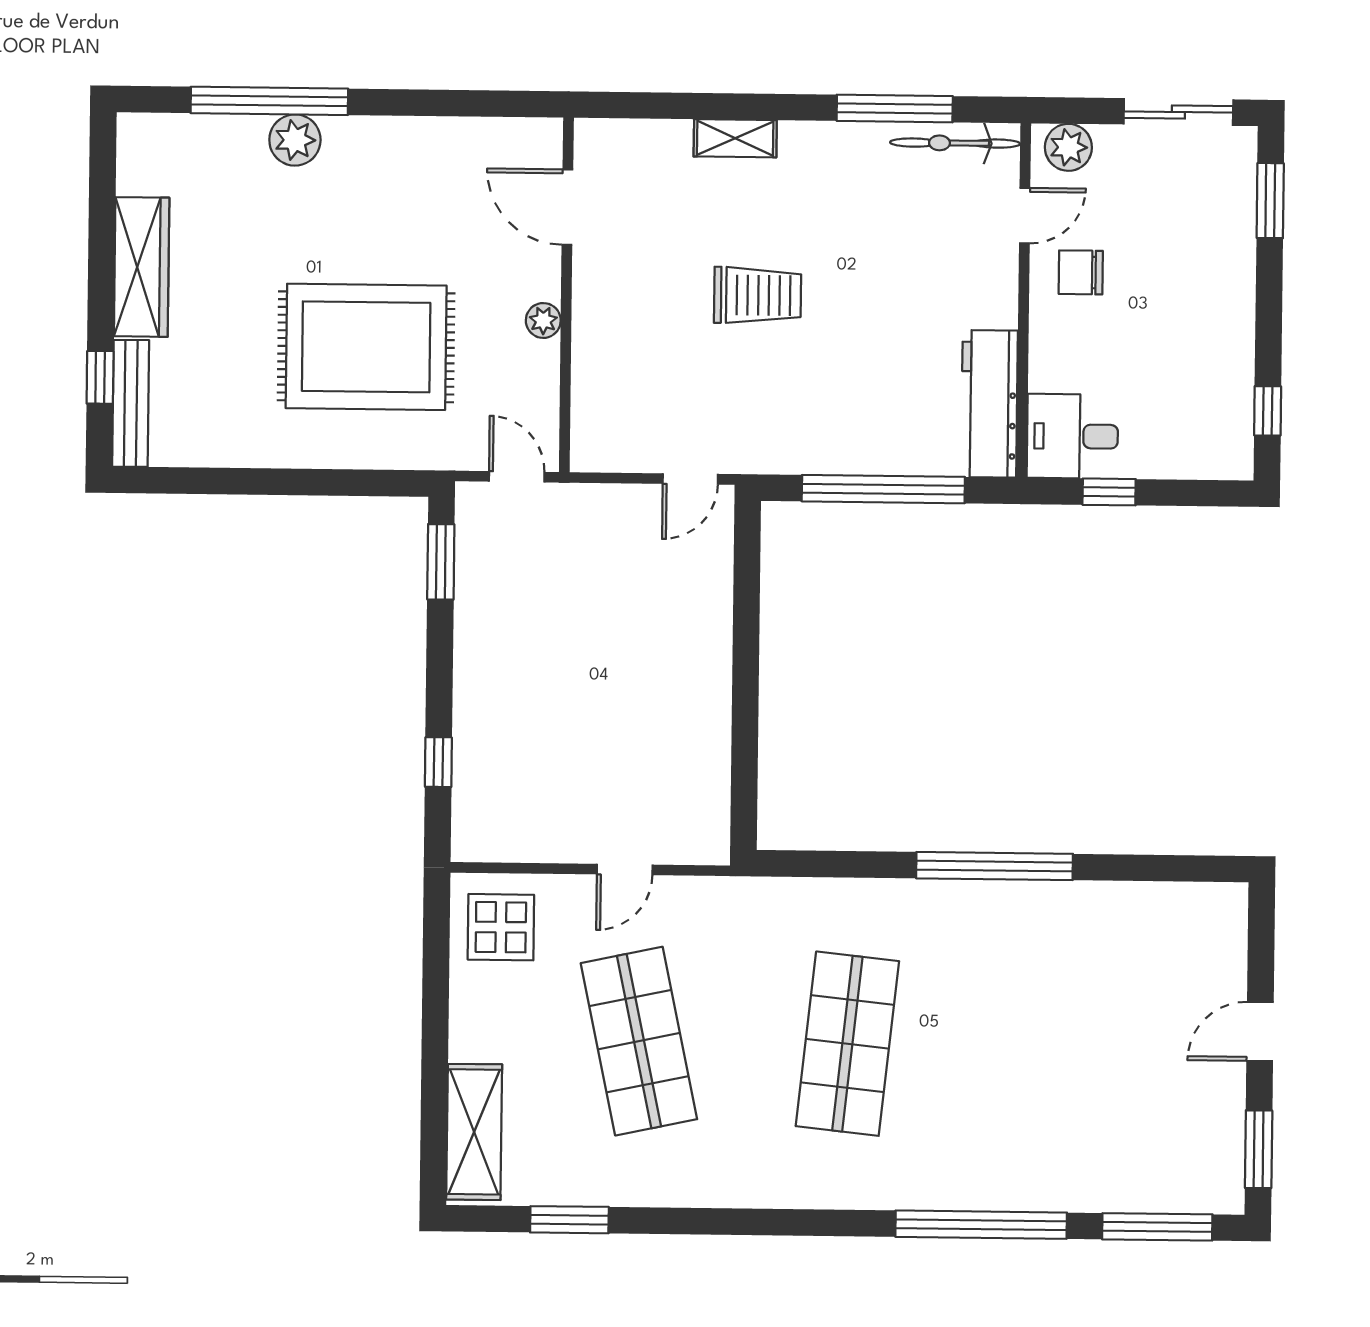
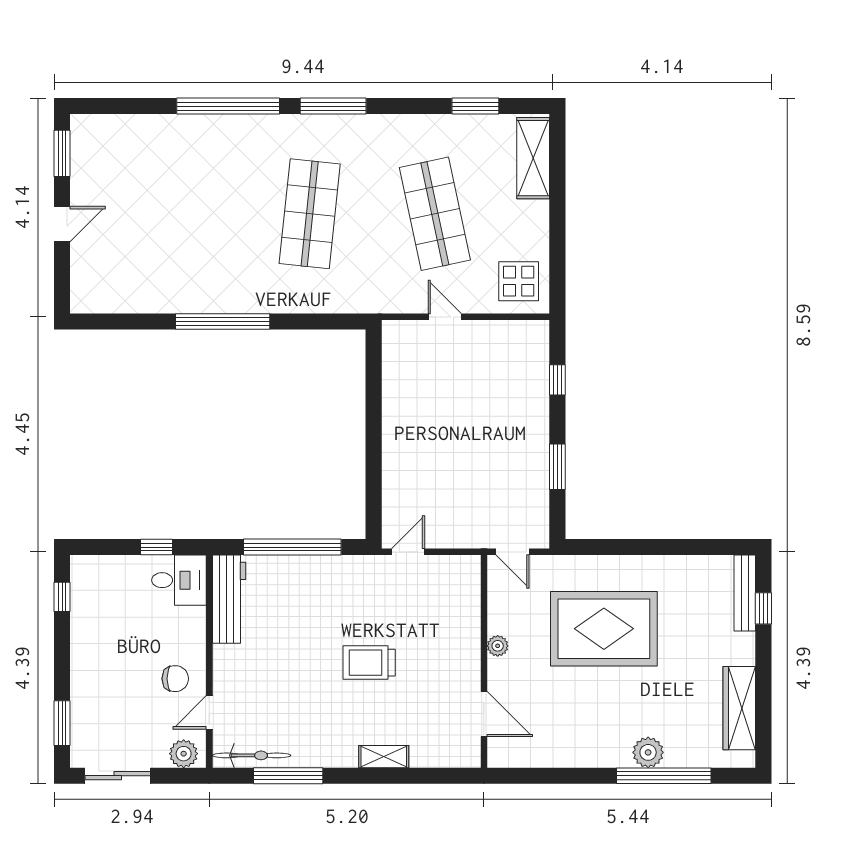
wardrobe: (142, 267) -> (739, 708), moved
window: (441, 562) -> (557, 467), moved
door: (625, 869) -> (445, 317), hinge flipped
window: (1157, 1227) -> (333, 106), moved

